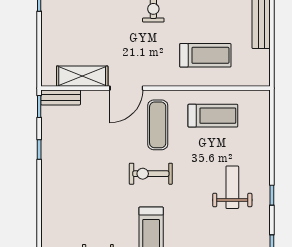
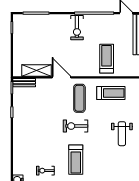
treadmill: (205, 55) -> (107, 59), turned -90
door: (126, 88) -> (62, 77), swing flipped
weight bench: (232, 187) -> (122, 134), turned 180

